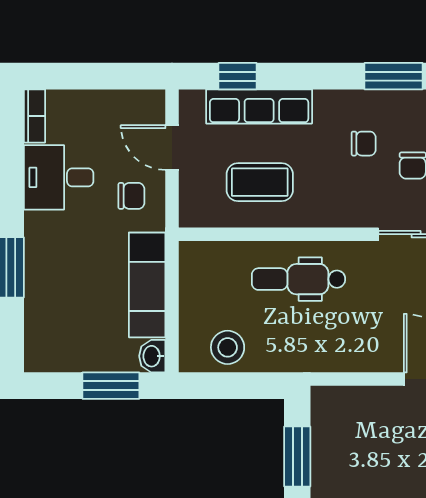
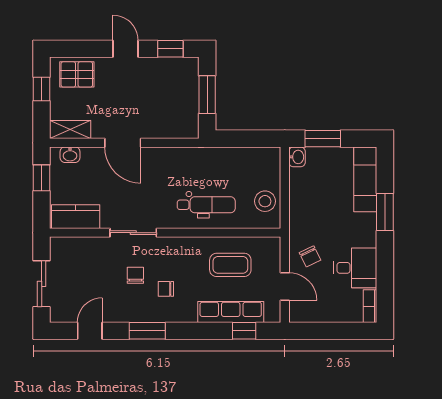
chair: (131, 196) -> (310, 256), turned -116
exam couch: (147, 285) -> (365, 179), moved, turned 180
stool: (228, 347) -> (265, 201), moved

